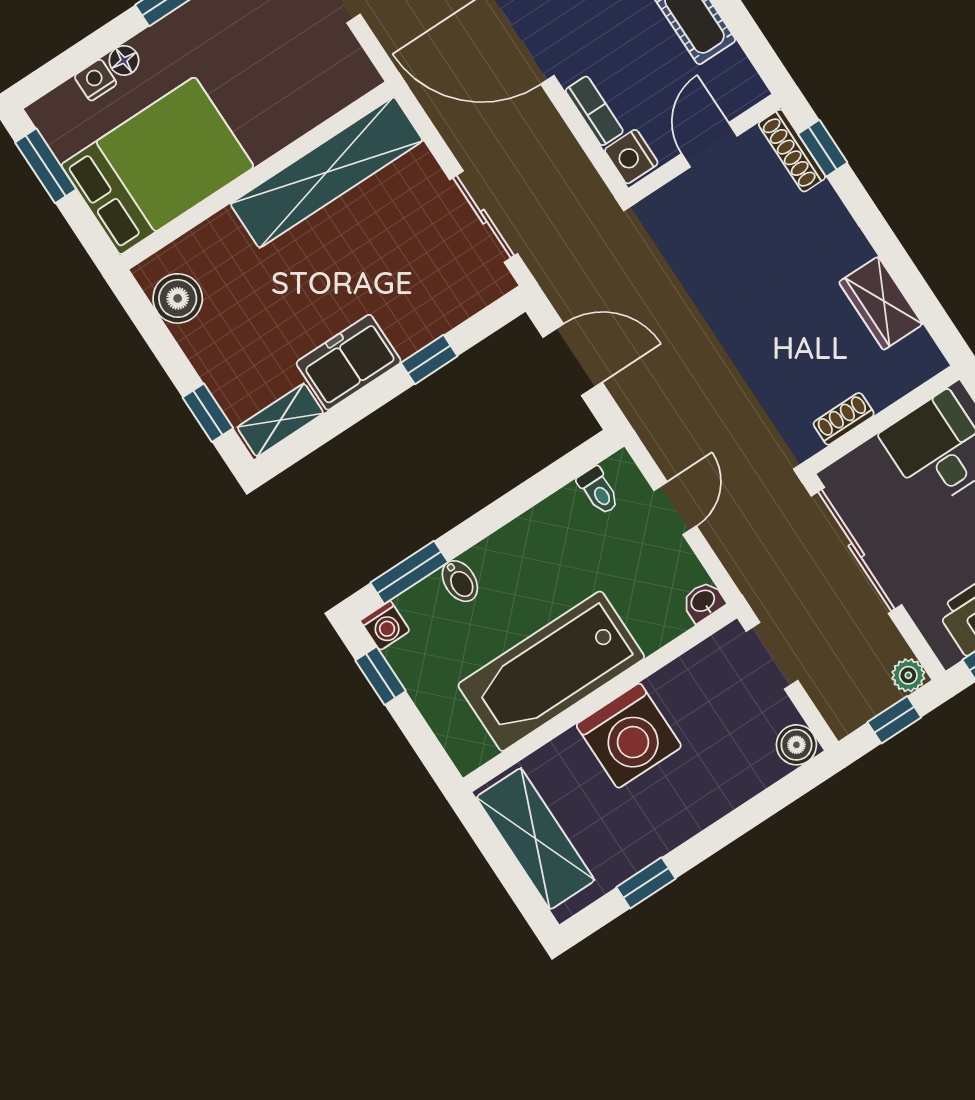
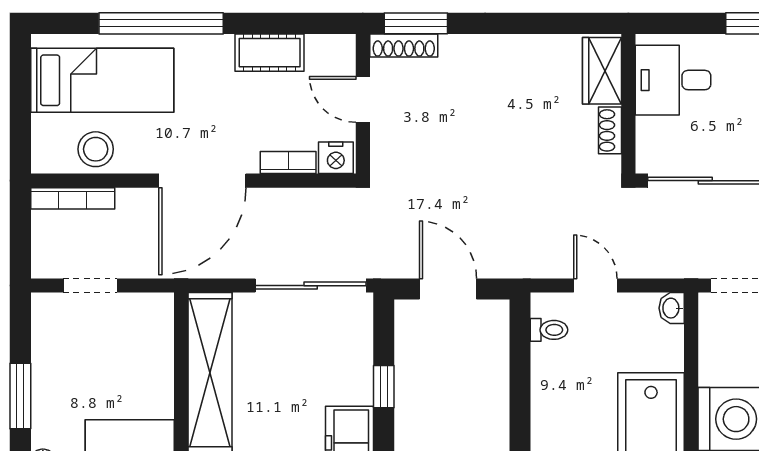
window: (823, 148) -> (416, 23), width x1.50
sliding door: (484, 217) -> (311, 286), width x1.37
wardrobe: (881, 303) -> (602, 71), moved, turned 90
door: (572, 360) -> (448, 289), hinge flipped

